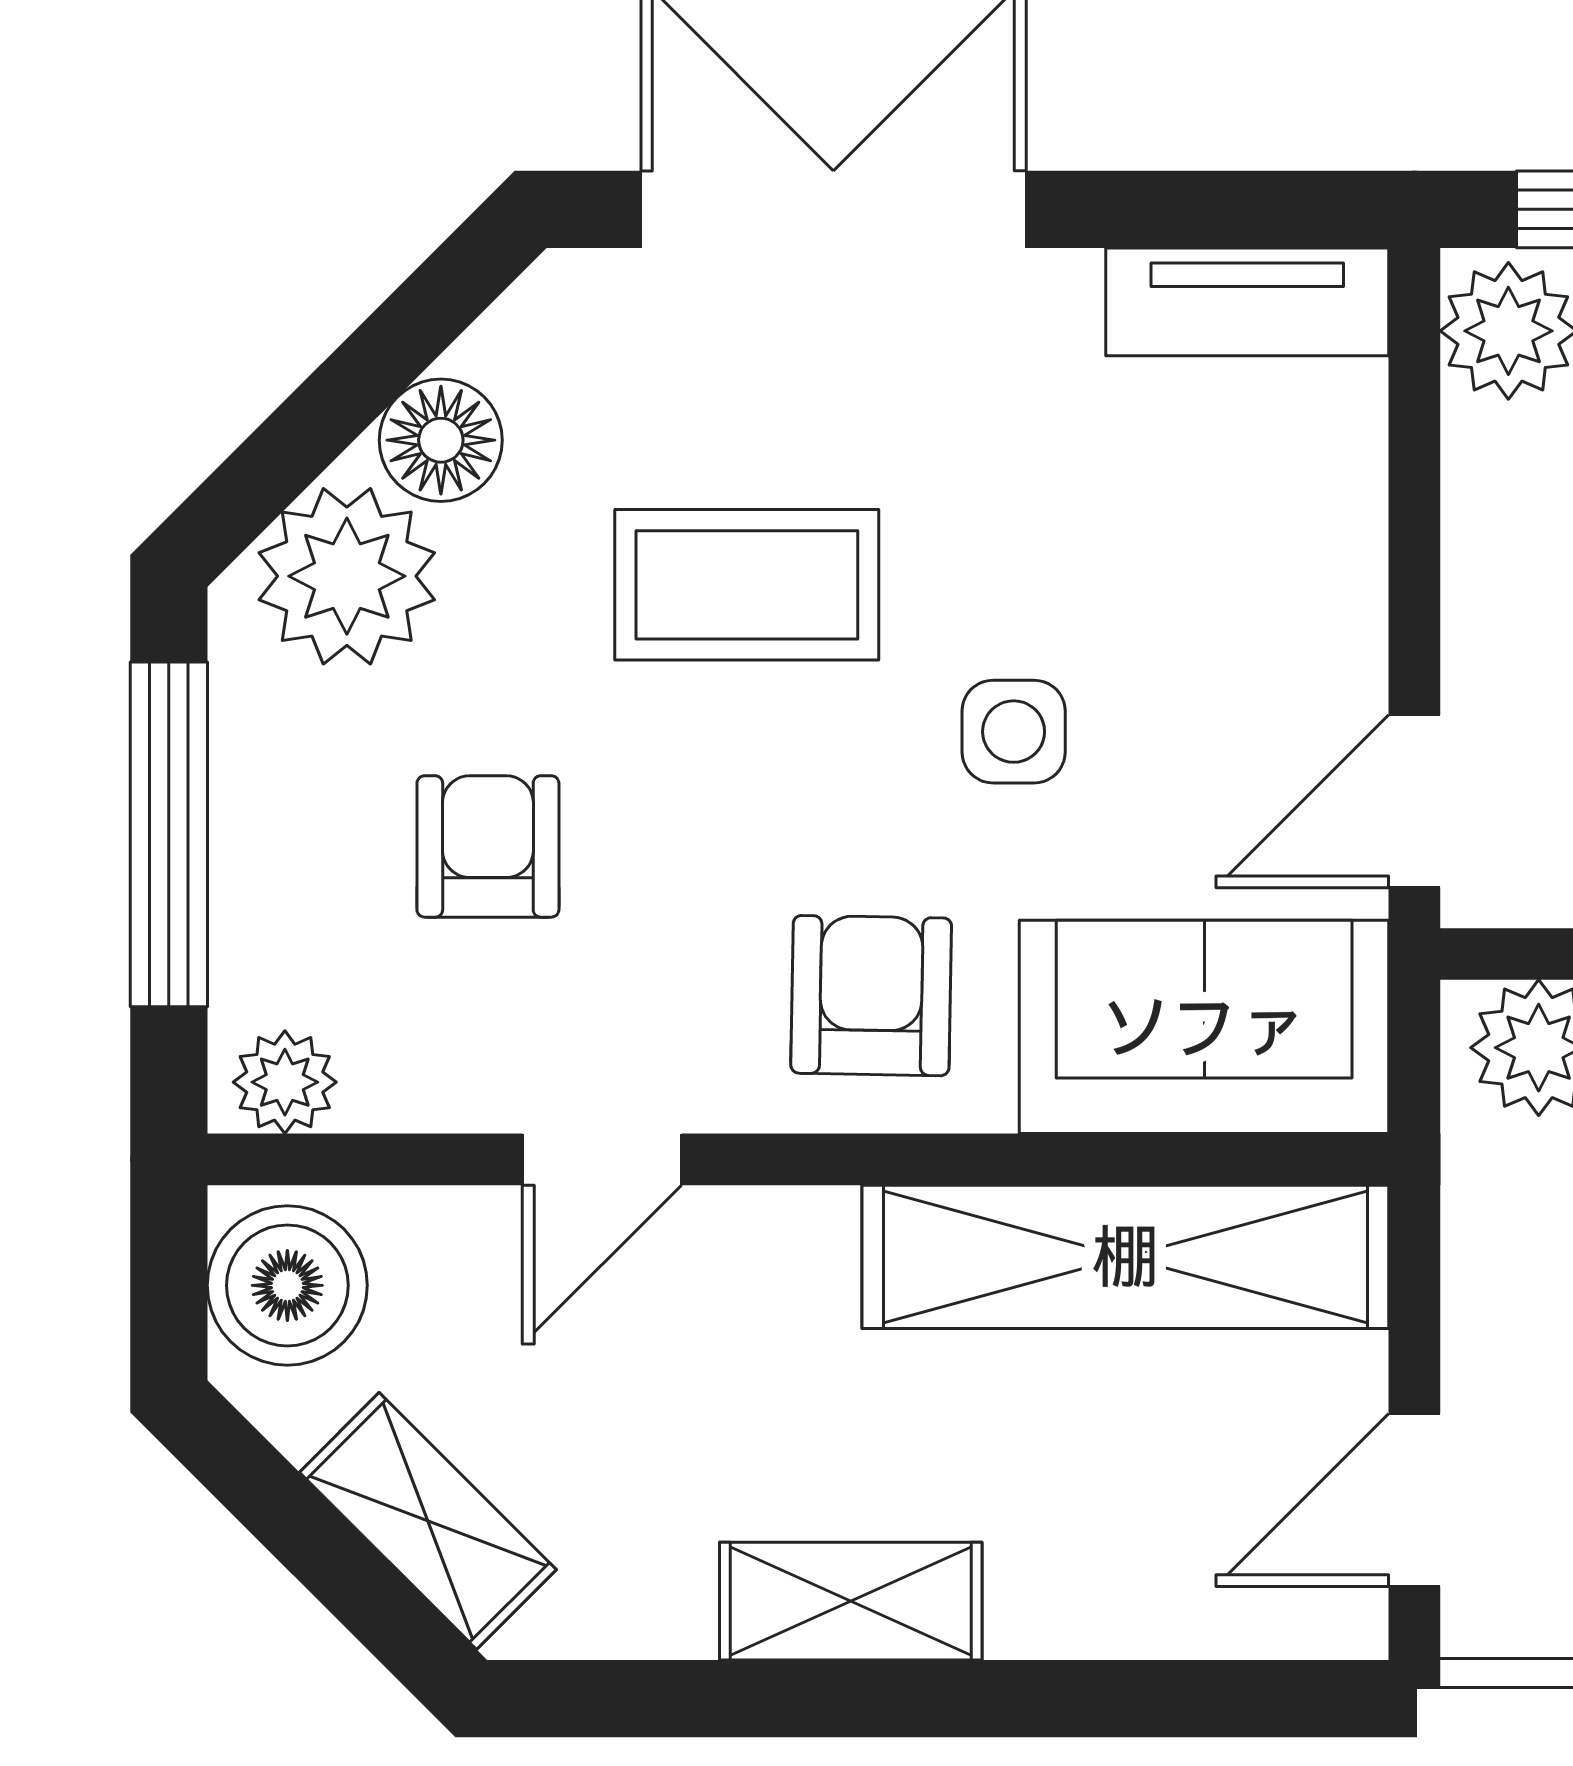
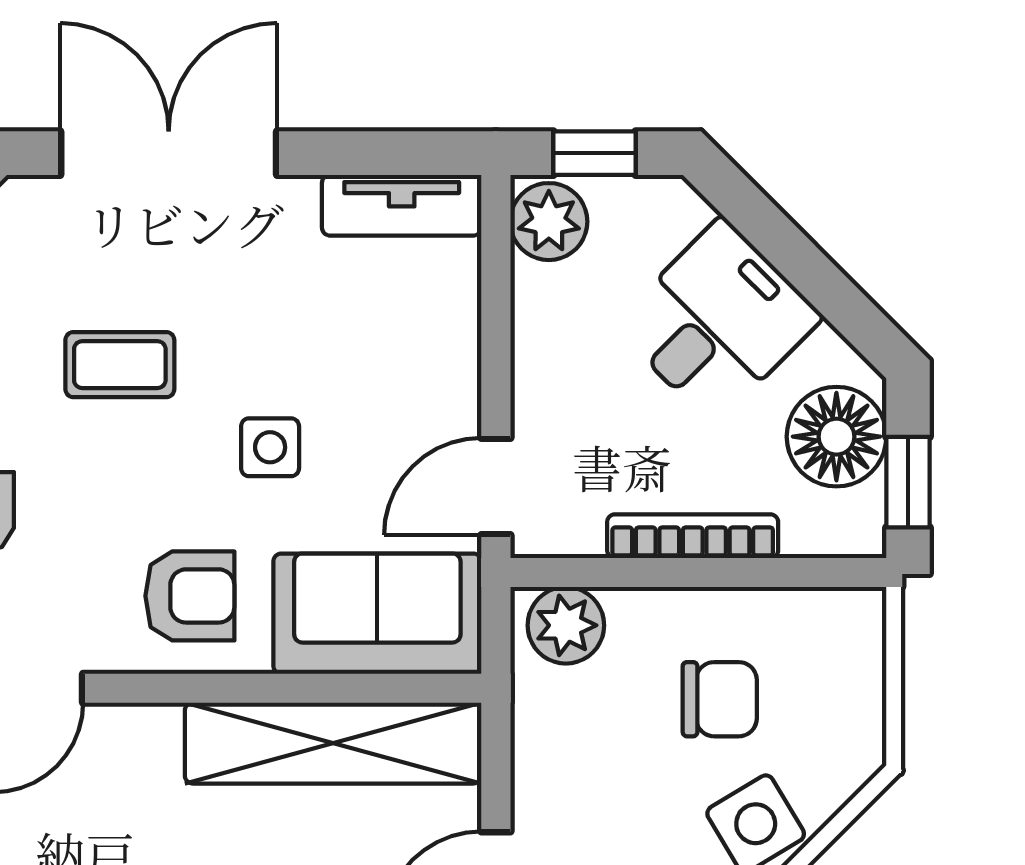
coffee table: (747, 585) -> (120, 365), width x0.73, depth x0.77
armchair: (871, 996) -> (190, 596), turned 89

